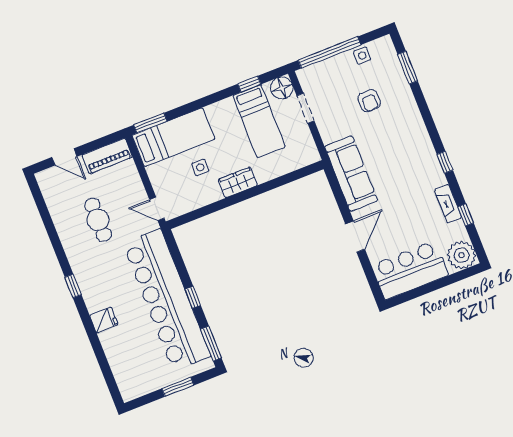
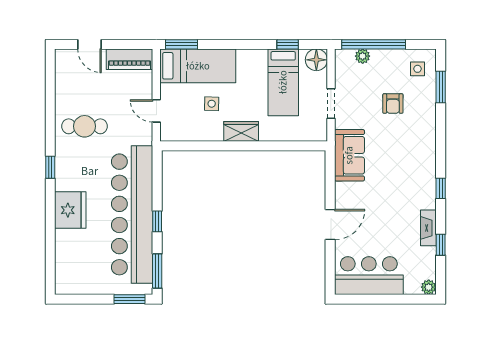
side table: (362, 56) -> (417, 69), moved
plant: (324, 68) -> (363, 56), added
doorway: (305, 108) -> (331, 104), moved
sofa: (351, 174) -> (349, 155), width x0.73
door: (157, 209) -> (156, 111), moved
cafe table: (98, 220) -> (85, 126), moved, turned 90
plant: (462, 255) -> (429, 287), width x0.53, depth x0.53
fridge: (104, 320) -> (70, 210), width x1.88, depth x1.34
window: (178, 387) -> (130, 299), moved

